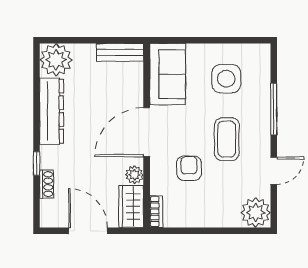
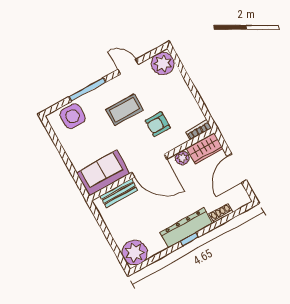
bench: (120, 52) -> (119, 193), moved, turned 90
side table: (226, 79) -> (73, 116), moved
dresser: (52, 111) -> (186, 228), moved
window: (37, 164) -> (189, 239), moved

